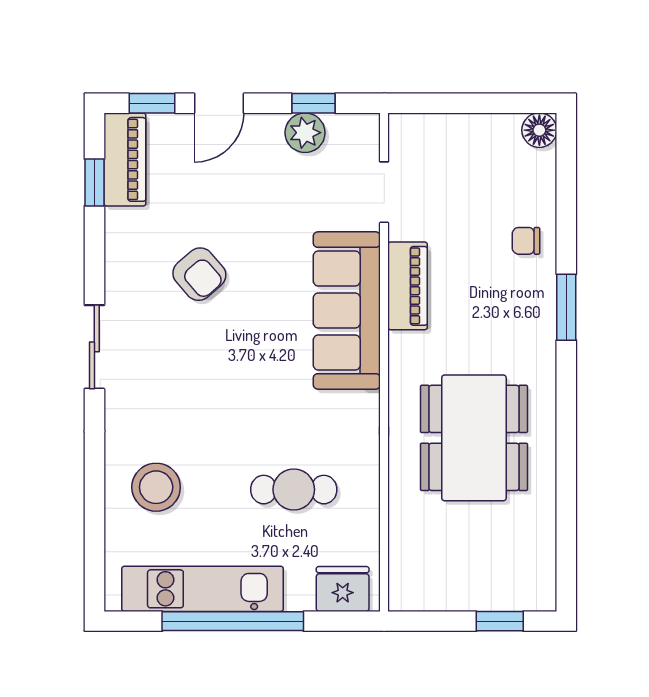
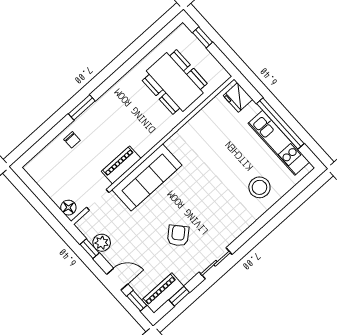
floor lamp: (539, 130) -> (68, 208), moved
sliding door: (94, 347) -> (216, 263), moved
dining table: (474, 438) -> (175, 82), moved, turned 90
cafe table: (294, 490) -> (220, 142), removed

